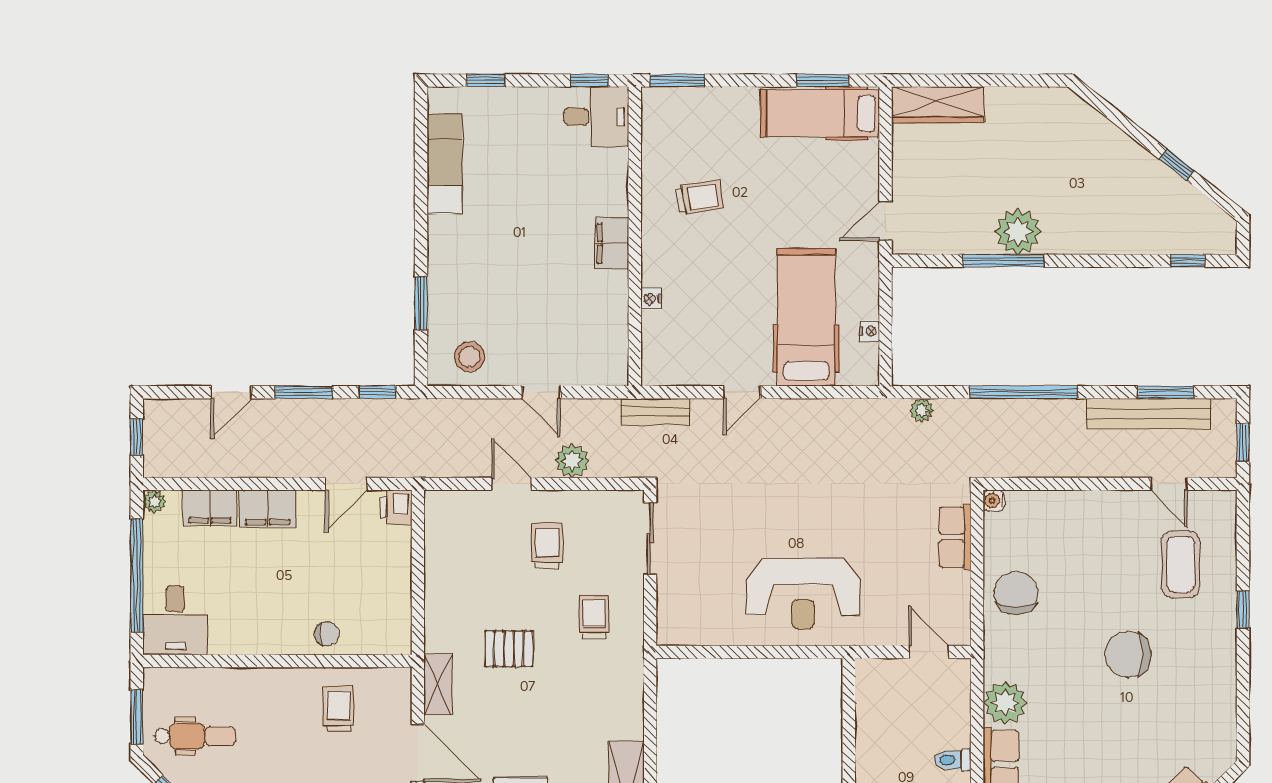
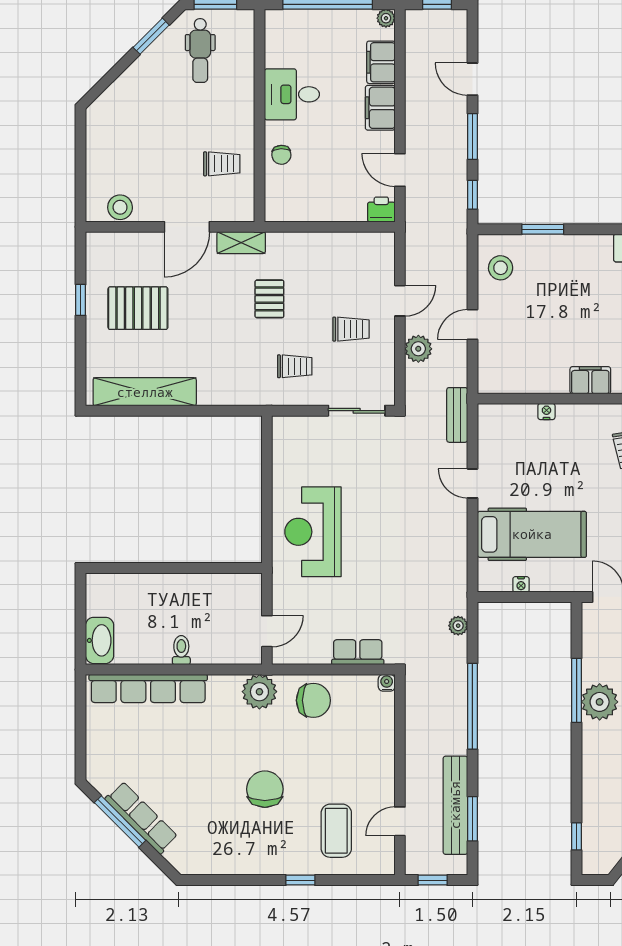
coffee table: (1181, 564) -> (336, 831), turned 90
desk: (175, 620) -> (292, 94), moved
plant: (1005, 703) -> (259, 692), moved

